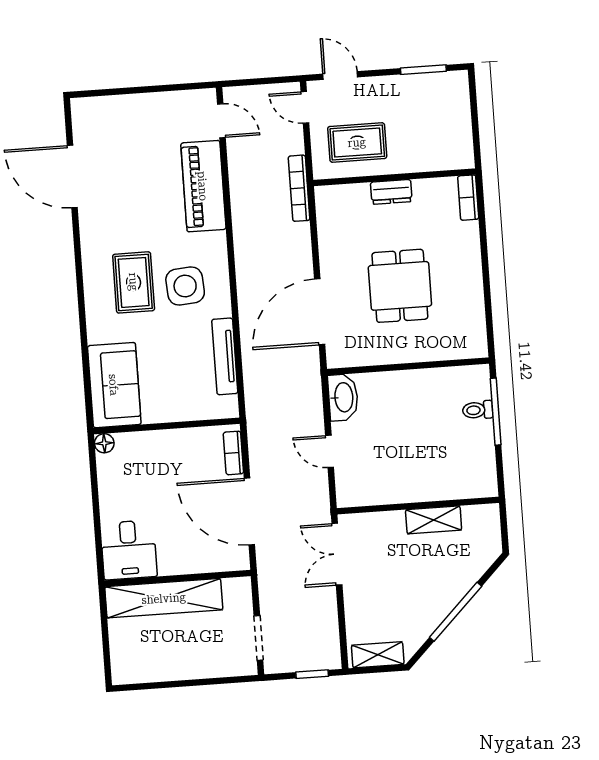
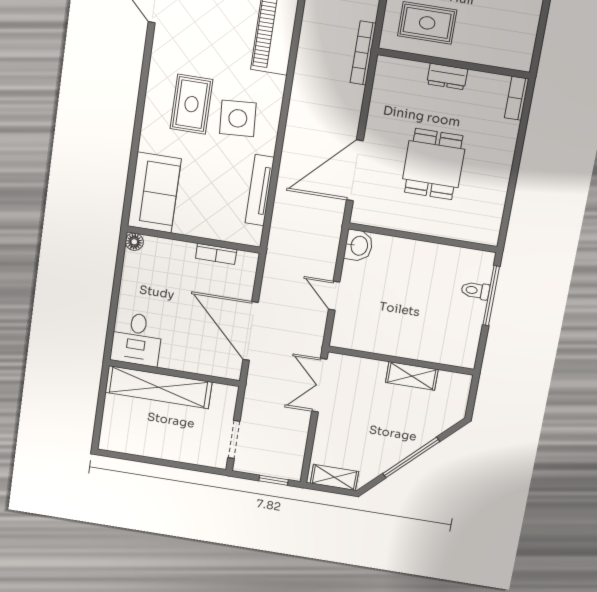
washbasin: (343, 397) -> (359, 246), width x0.72
bookcase: (233, 453) -> (216, 254), moved, turned -90

